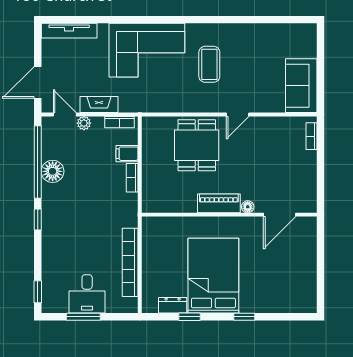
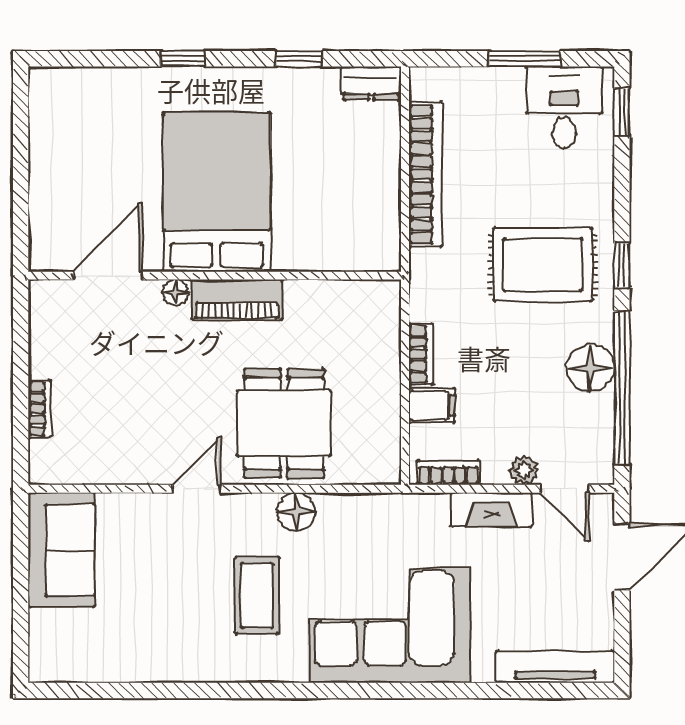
floor lamp: (191, 104) -> (296, 512), added
bookcase: (312, 136) -> (40, 409), moved
rug: (75, 220) -> (543, 265), added
bed: (213, 276) -> (217, 192), moved, turned 180
desk: (87, 294) -> (564, 107), moved
dresser: (173, 305) -> (371, 83), moved

